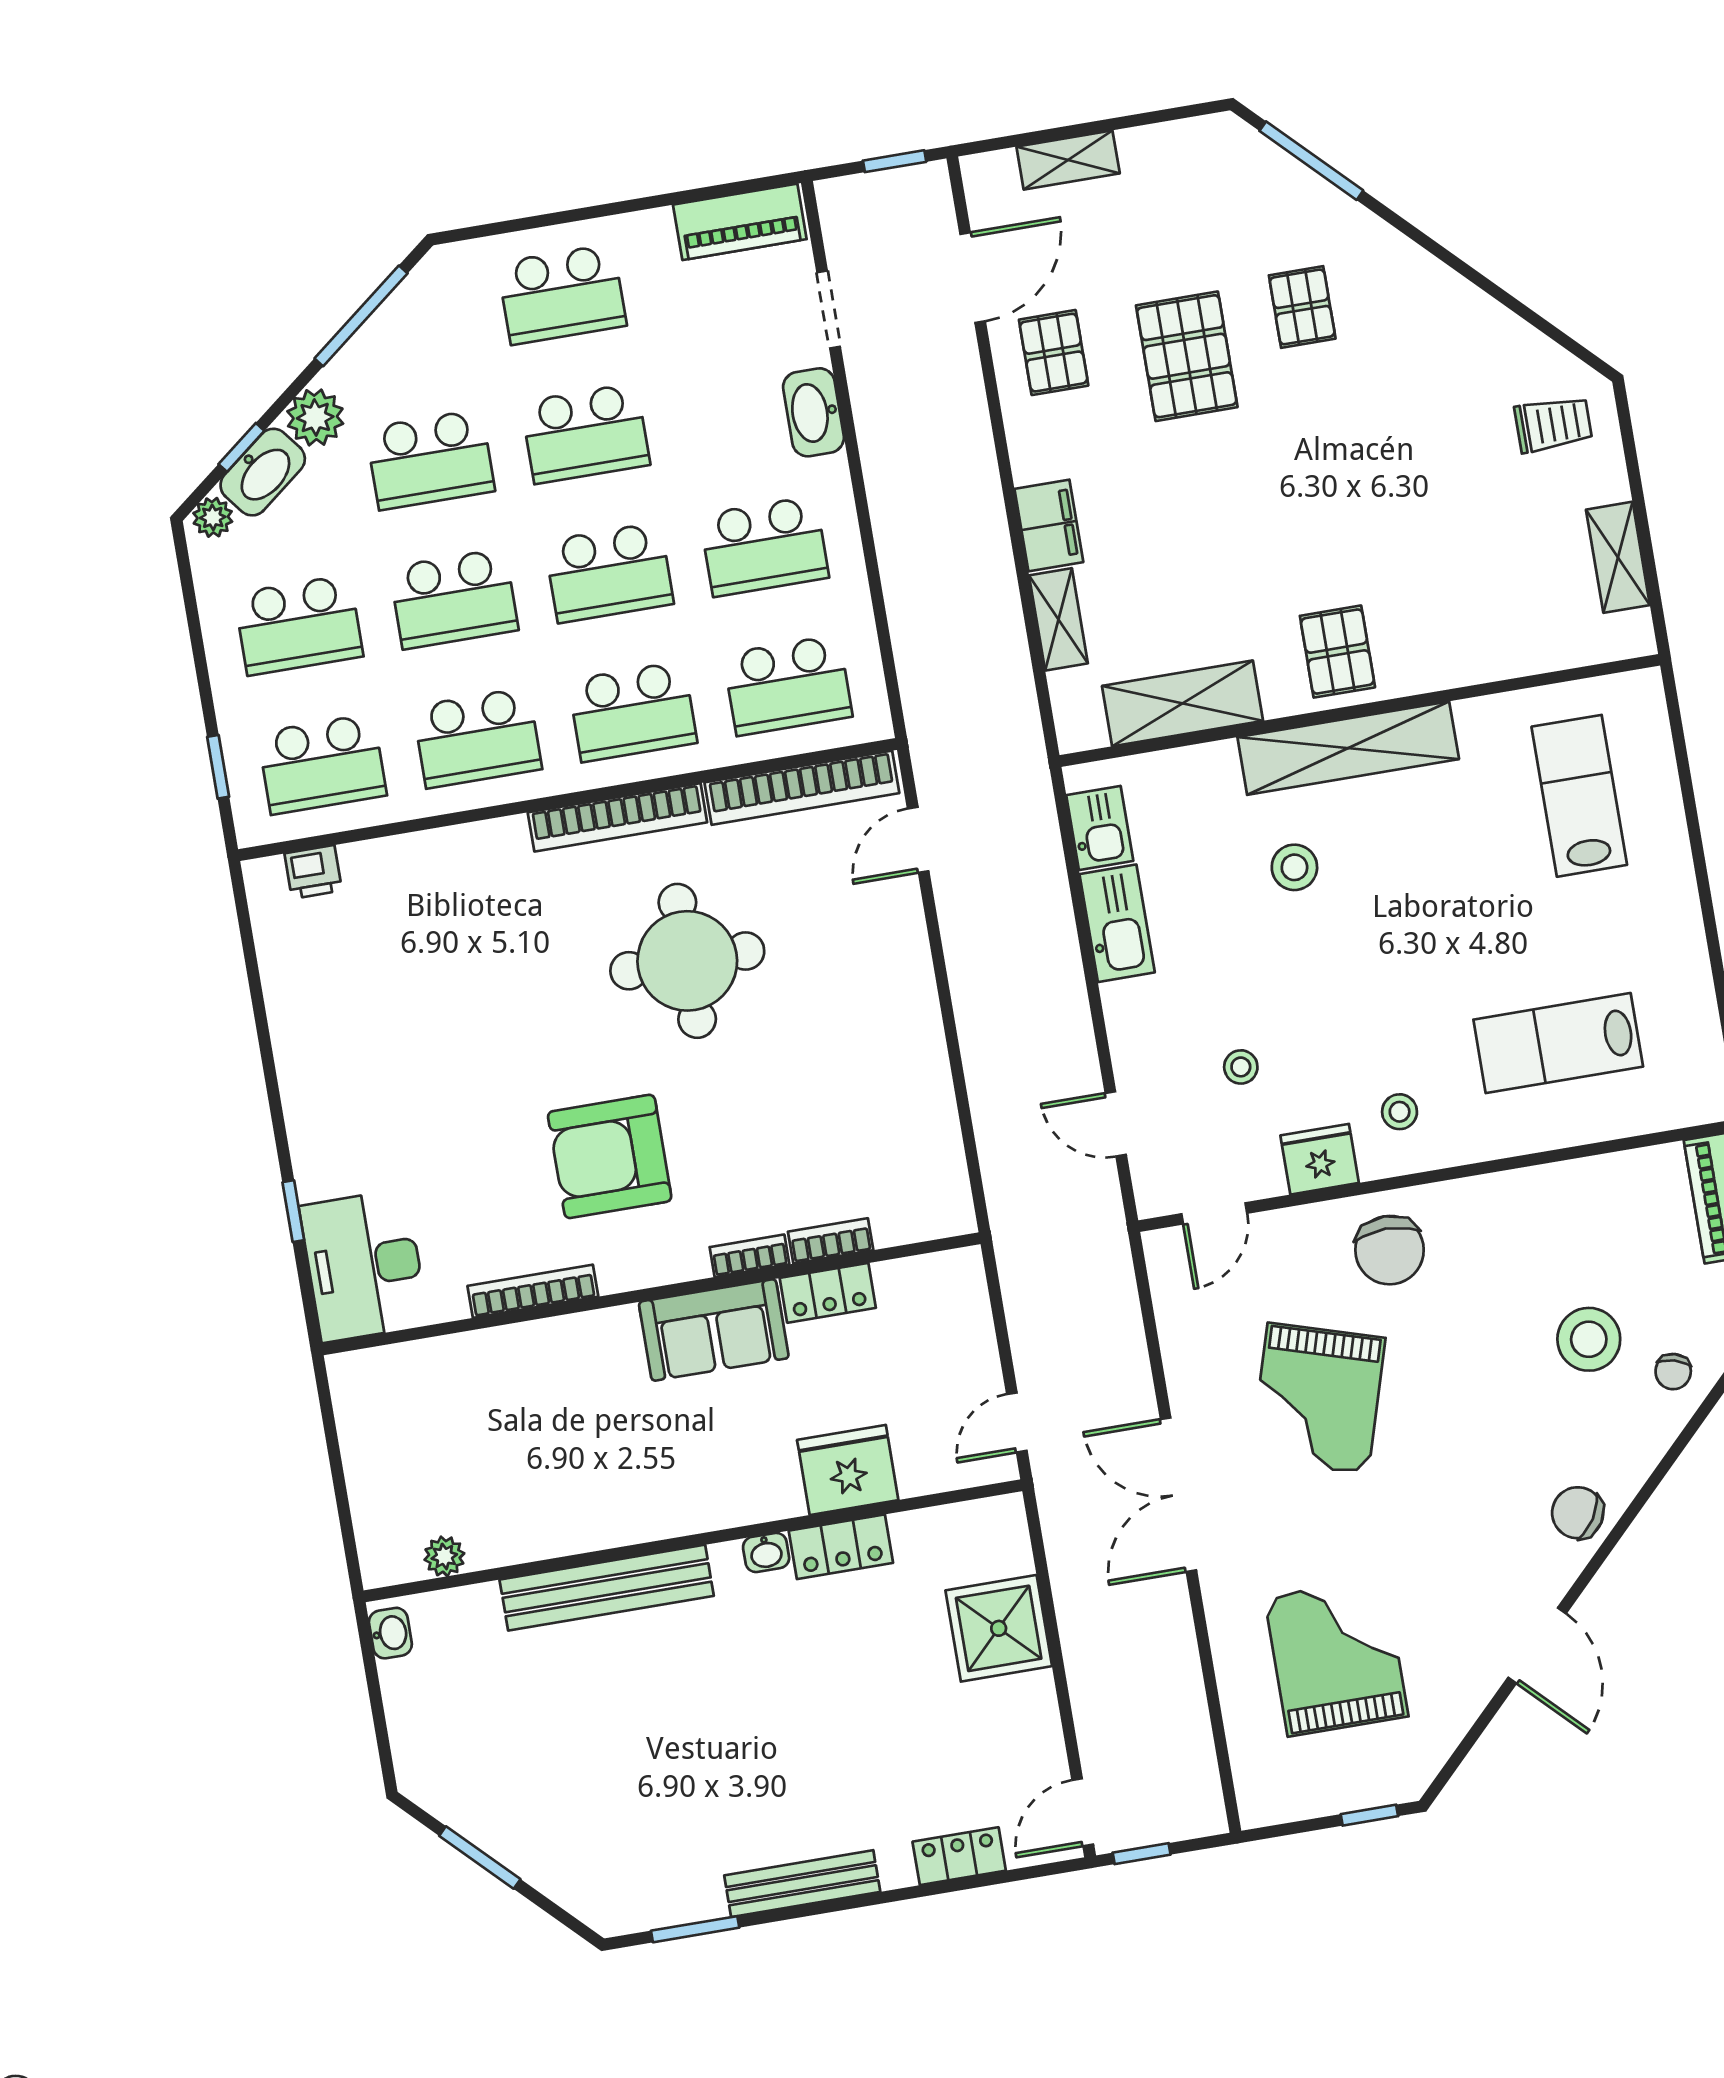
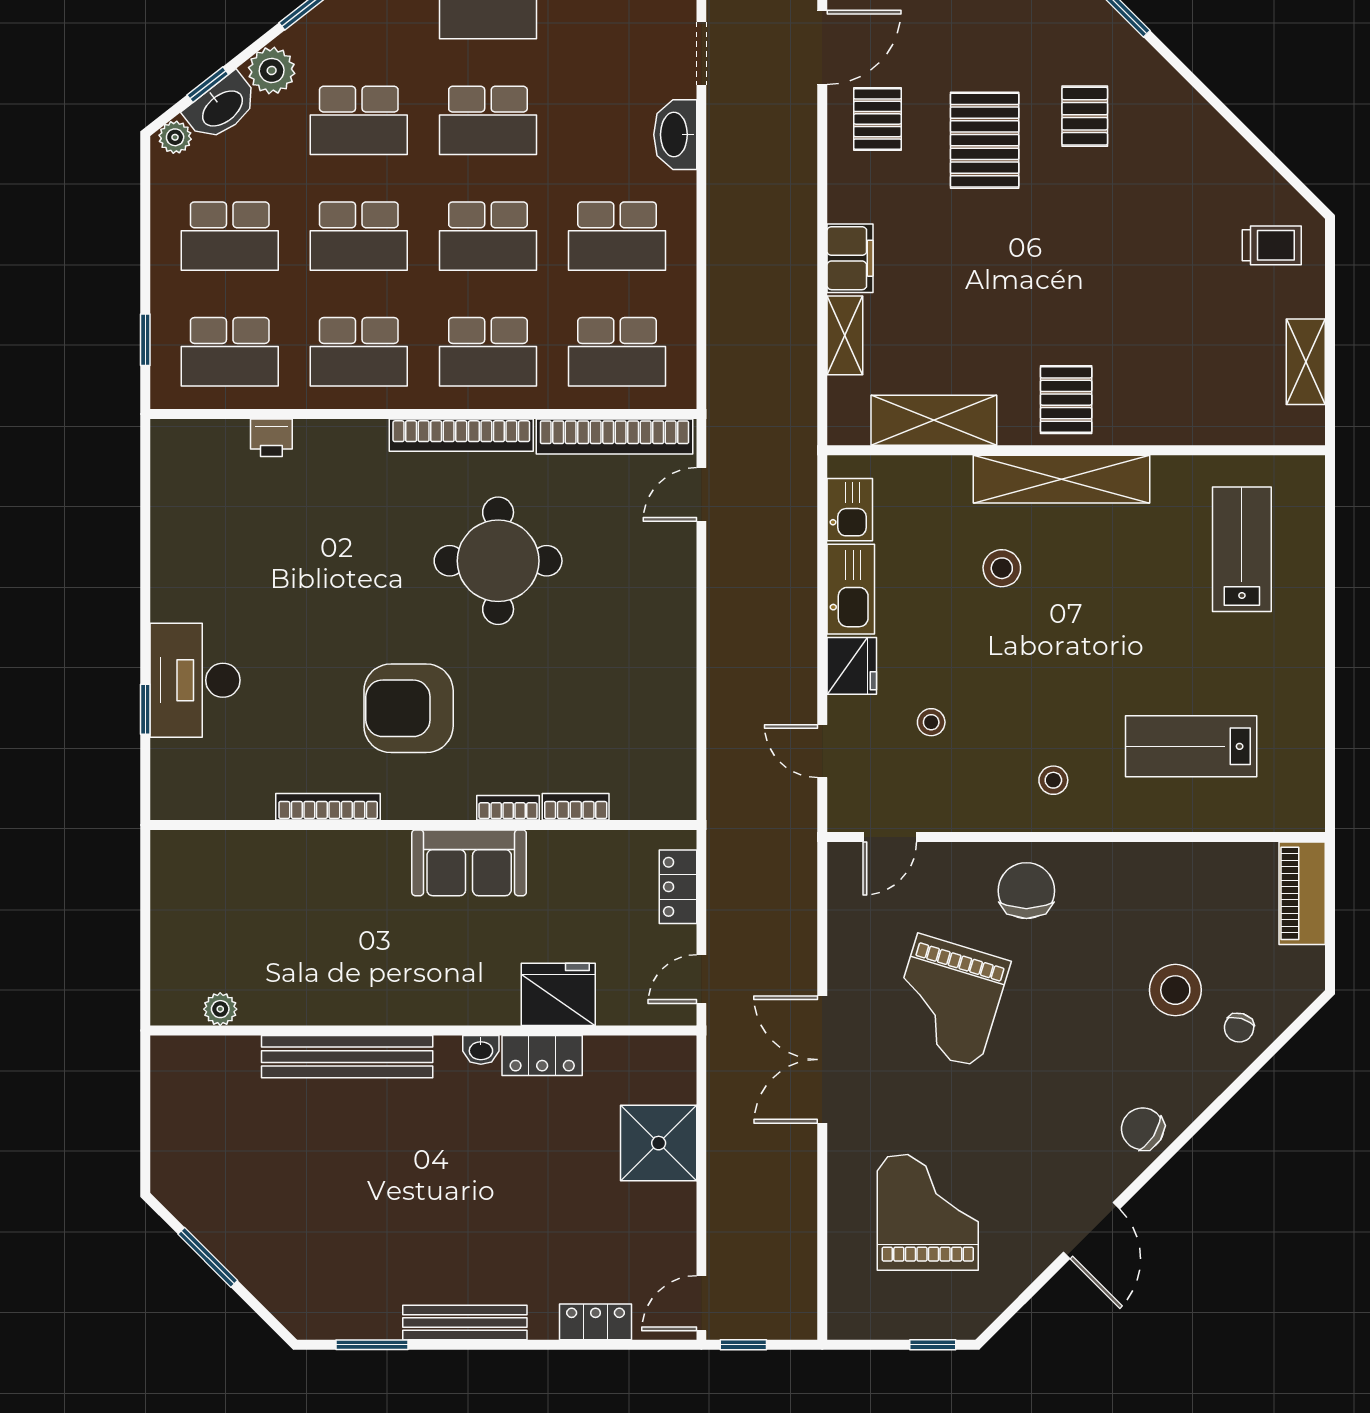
printer: (313, 872) -> (271, 438), moved
fridge: (1320, 1159) -> (852, 666), moved, turned 90
chair: (1390, 1250) -> (1026, 891), turned 180
desk: (364, 1266) -> (195, 680), moved
locker: (828, 1293) -> (678, 887), moved, turned 90
washbasin: (390, 1633) -> (166, 1064), removed

